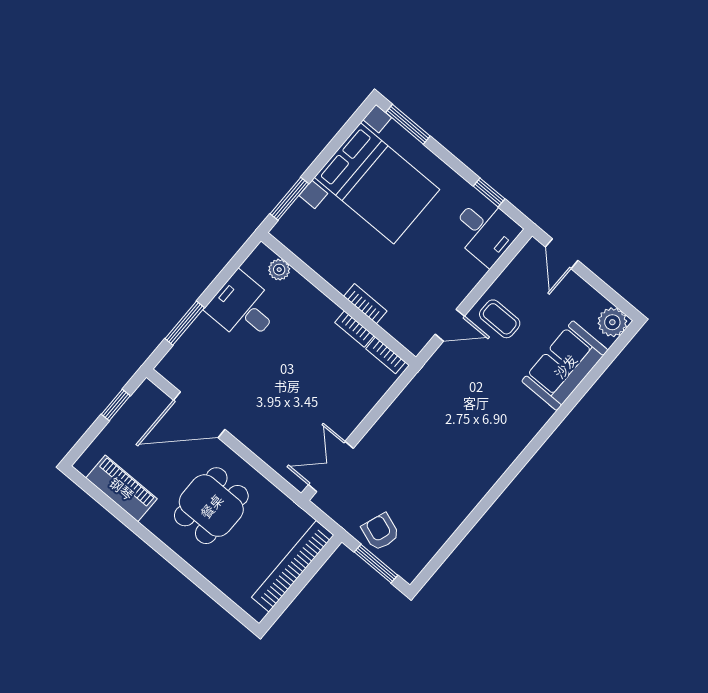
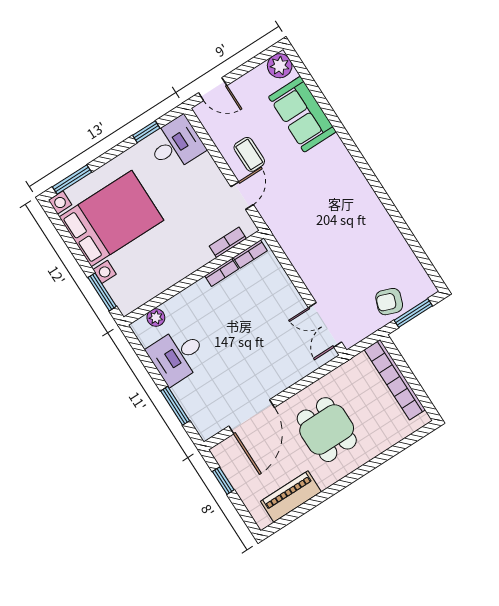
bookcase: (365, 304) -> (228, 242), moved
coffee table: (500, 319) -> (249, 154), turned 90

